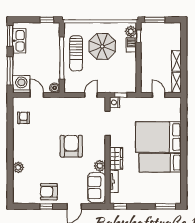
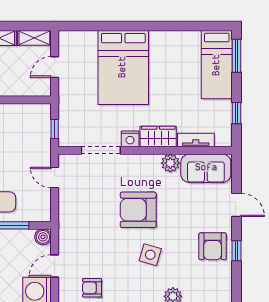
nightstand: (115, 102) -> (130, 139), moved
side table: (44, 154) -> (150, 255), added
bed: (160, 163) -> (217, 65), moved
window: (120, 206) -> (237, 113), moved

